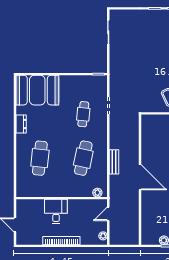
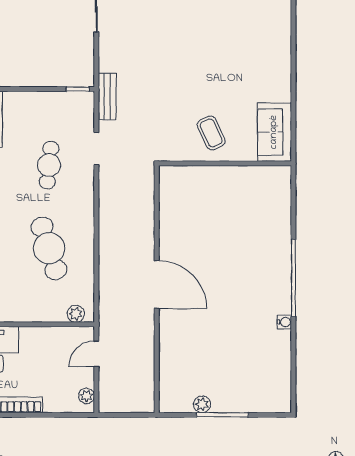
cafe table: (83, 158) -> (49, 248), turned -30
bench: (114, 162) -> (107, 96), moved

